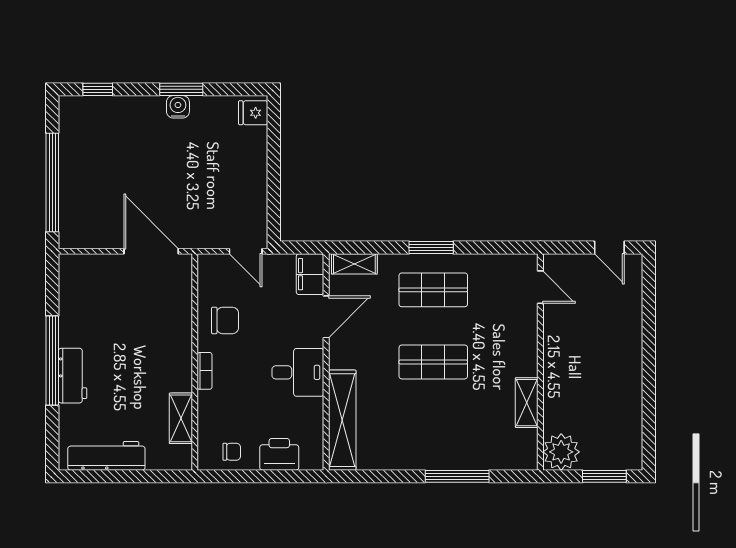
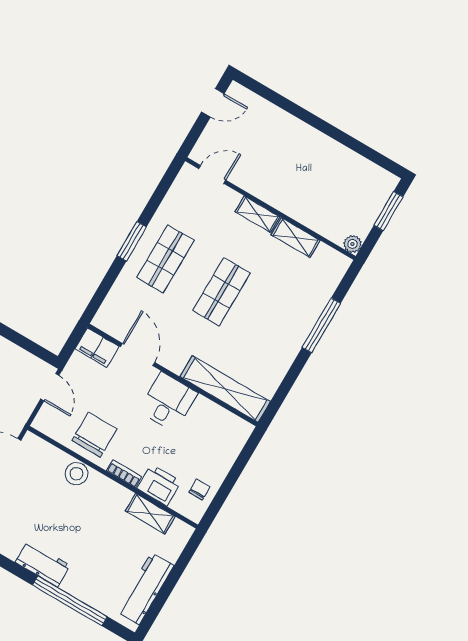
door: (246, 251) -> (50, 387), hinge flipped
shelving: (354, 264) -> (257, 214), moved, turned 90
chair: (225, 320) -> (94, 435), width x1.37, depth x1.37
stool: (178, 325) -> (77, 474), added
window: (52, 361) -> (70, 601), moved
workbench: (73, 376) -> (43, 564), moved
plant: (561, 452) -> (353, 244), width x0.53, depth x0.53
printer: (279, 454) -> (159, 485), moved, turned 90

